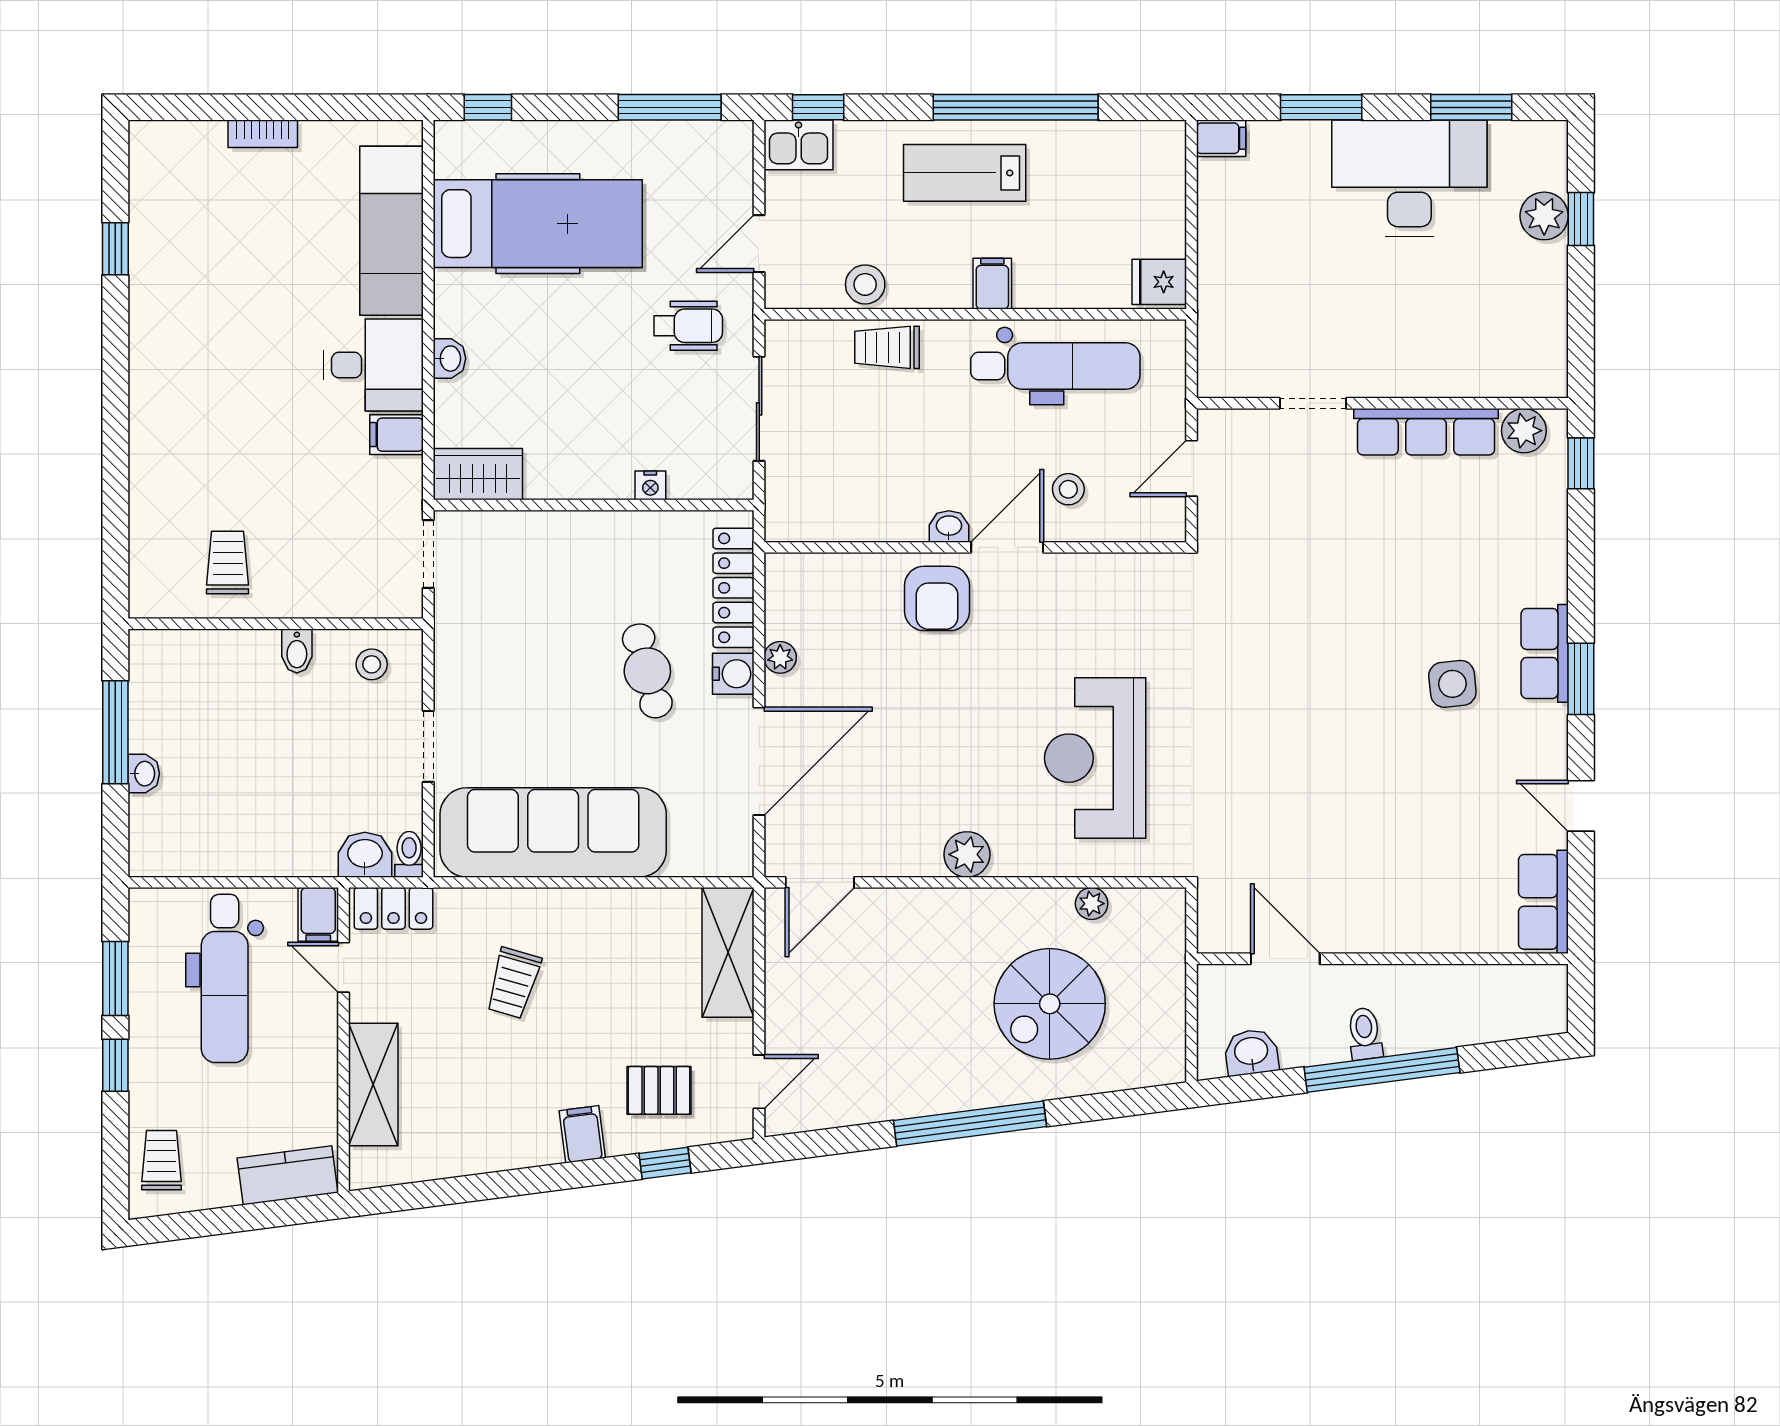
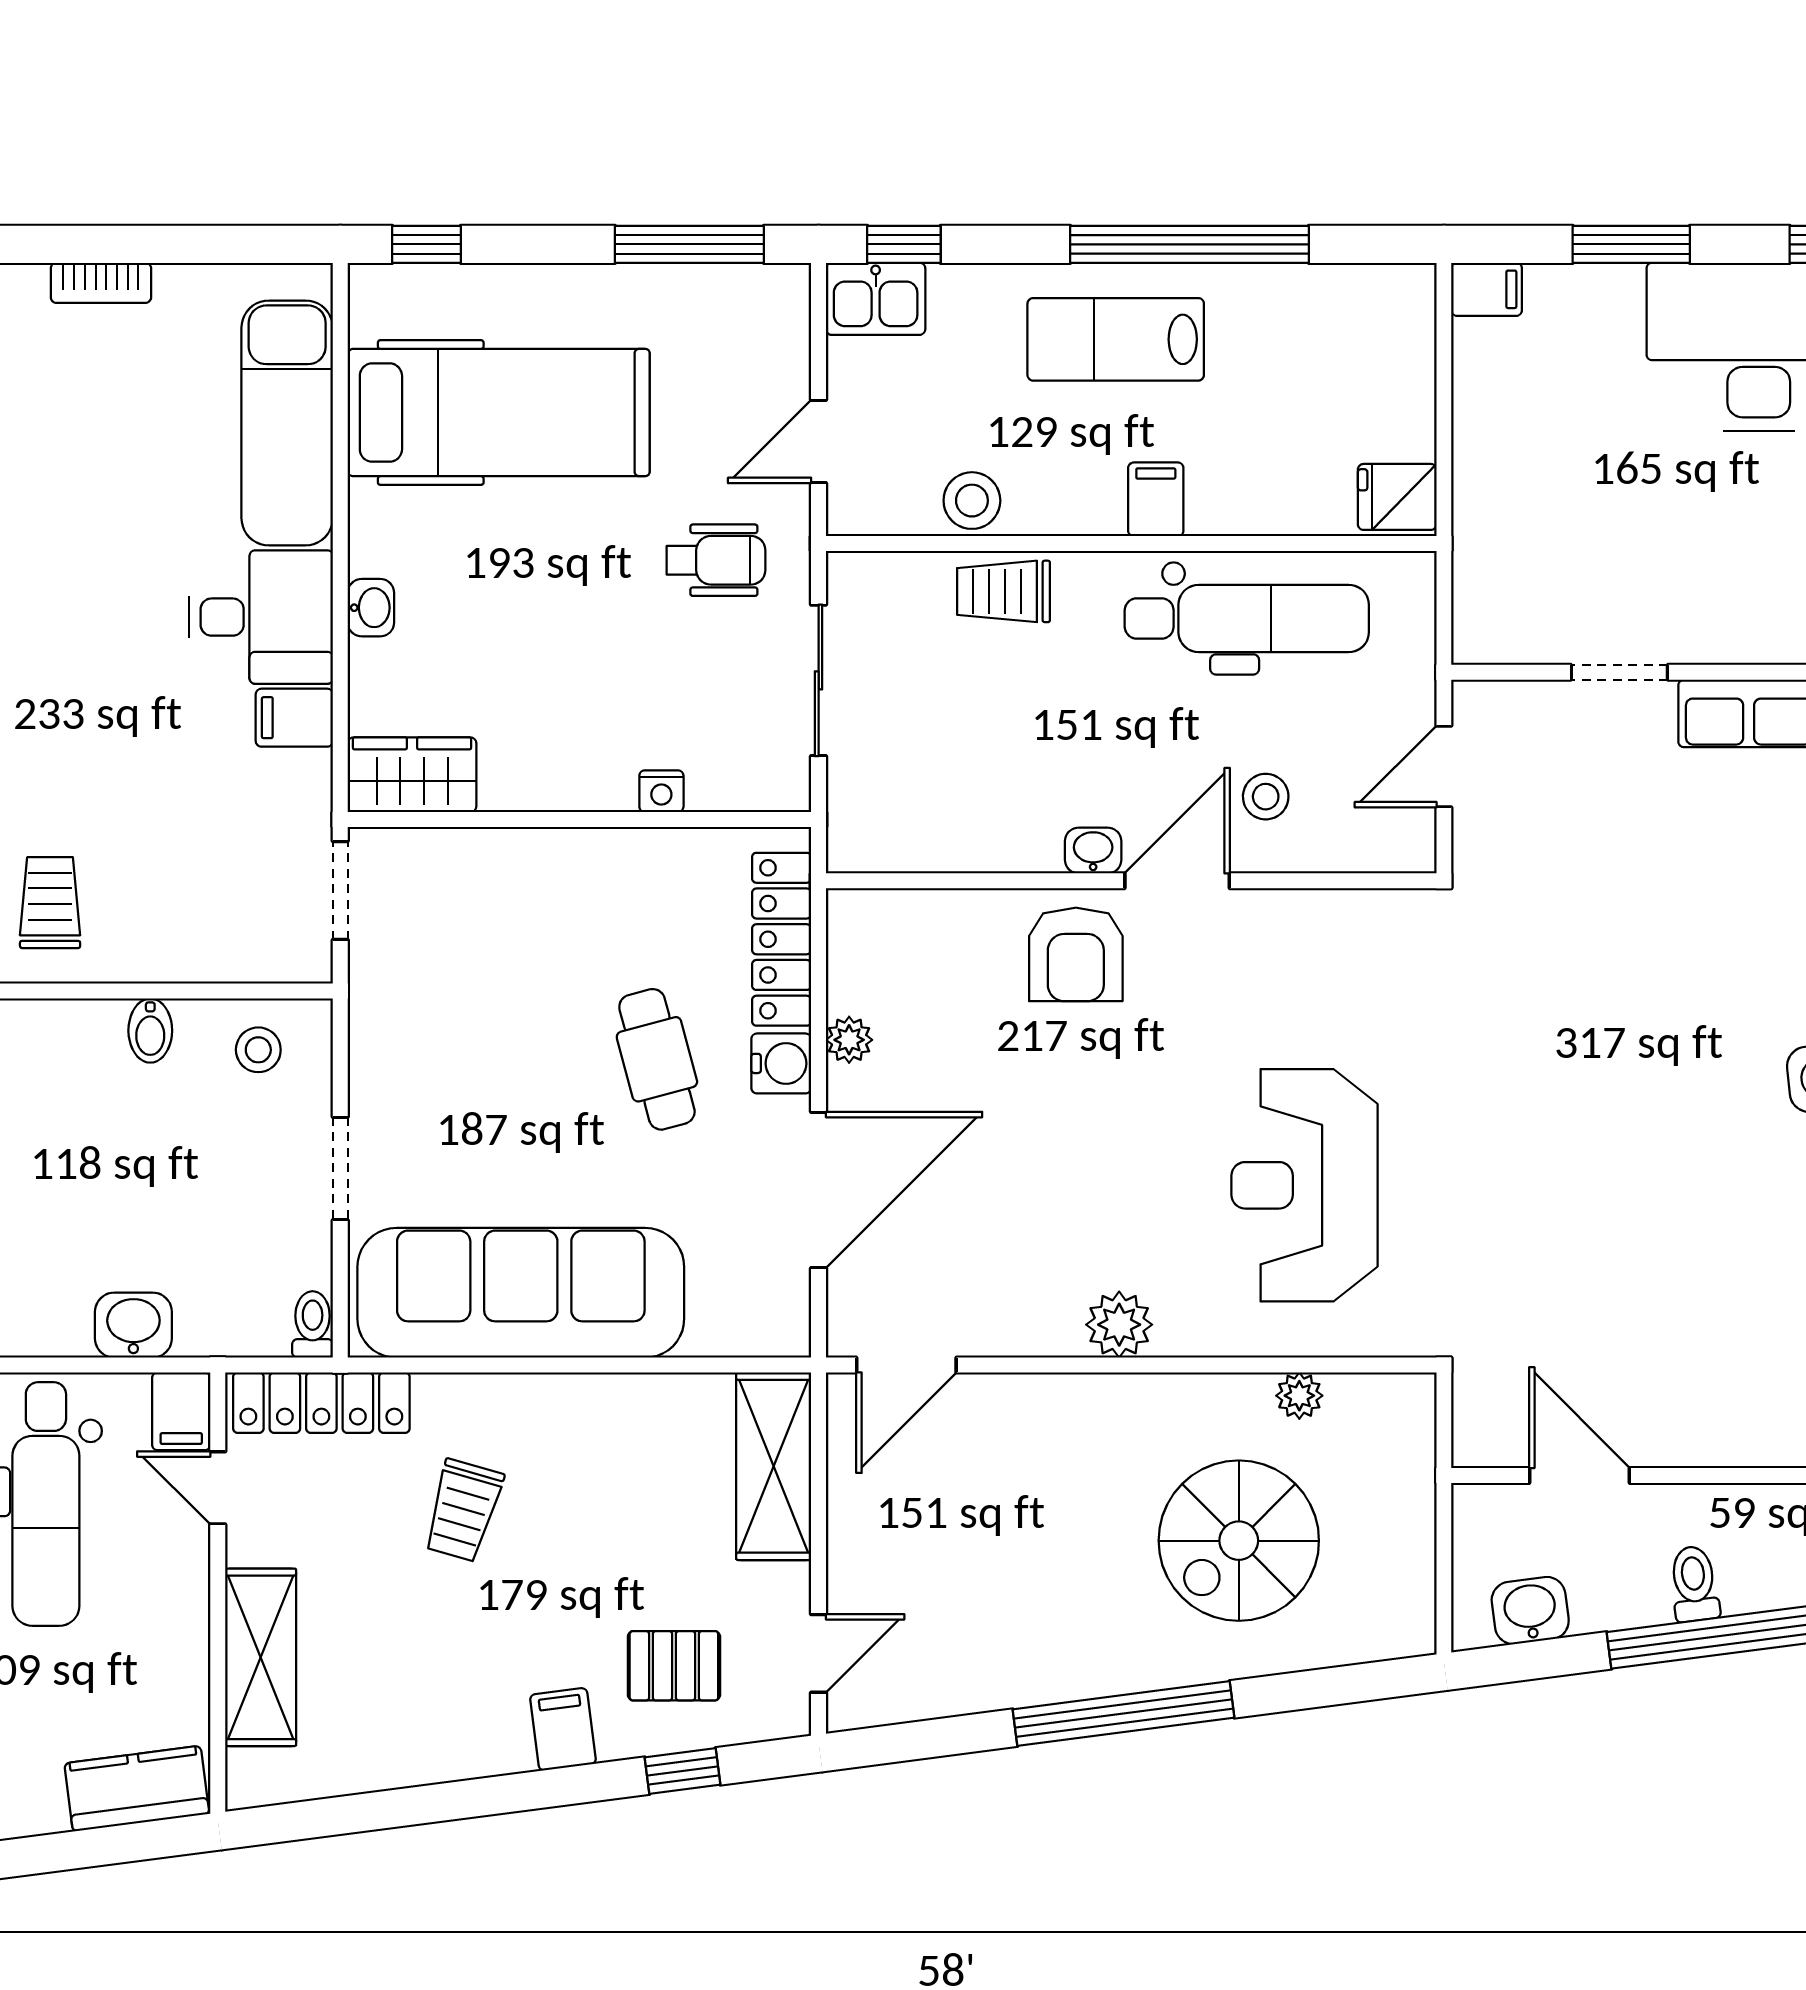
washbasin: (365, 855) -> (133, 1325), moved
locker: (393, 908) -> (321, 1403), width x1.53

